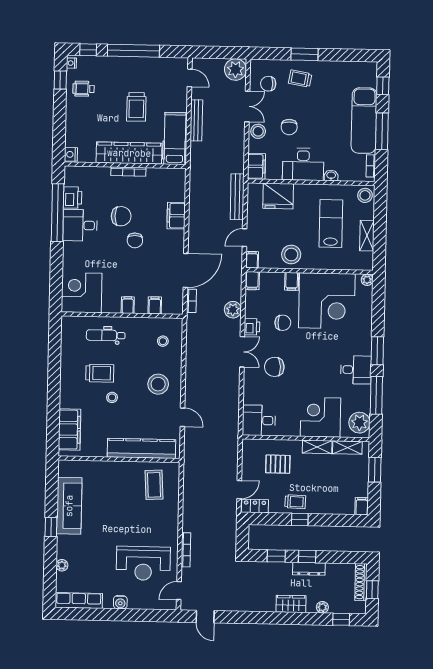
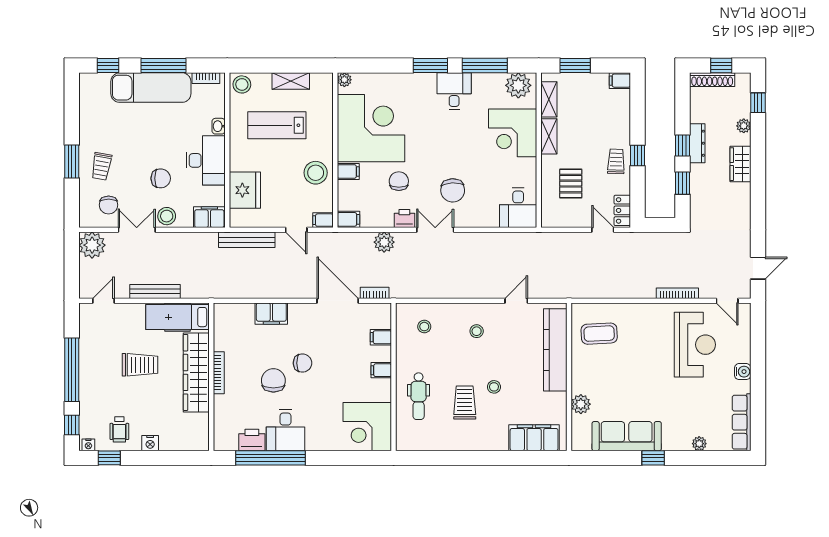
nightstand: (71, 154) -> (150, 443), moved
stool: (158, 384) -> (477, 331), width x0.53, depth x0.53
plant: (96, 469) -> (581, 404), added

